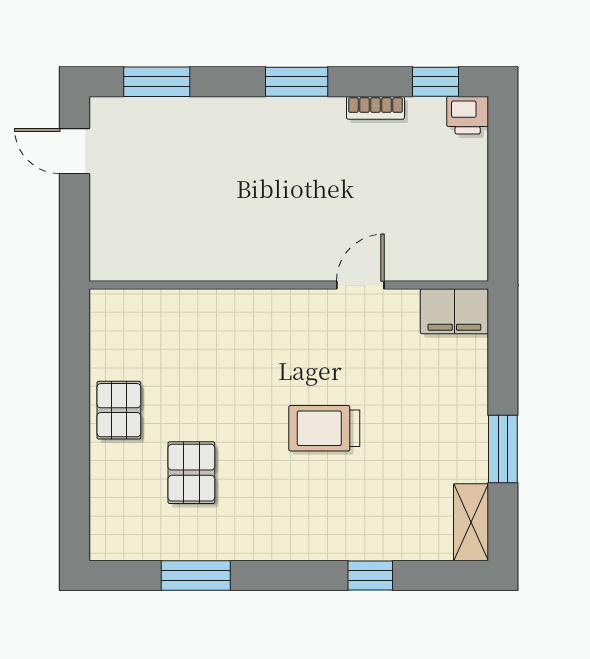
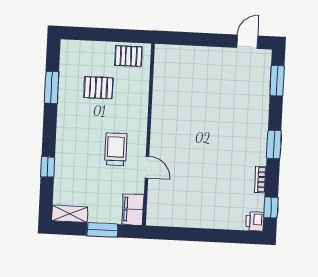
wall: (289, 285) -> (149, 135), moved
door: (360, 285) -> (147, 167), moved
filing cabinet: (454, 311) -> (133, 209), moved

